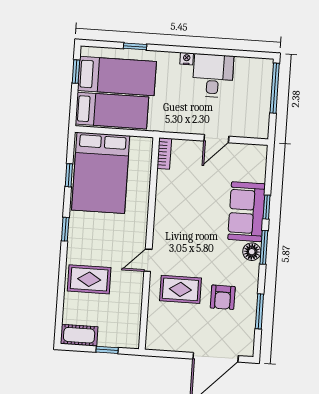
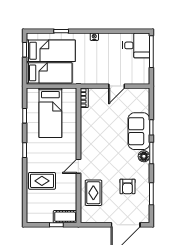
desk: (213, 76) -> (136, 45), moved, turned 90
bed: (101, 173) -> (50, 113), width x0.67
rug: (180, 289) -> (93, 193), moved, turned 90
cot: (79, 335) -> (65, 217), moved

